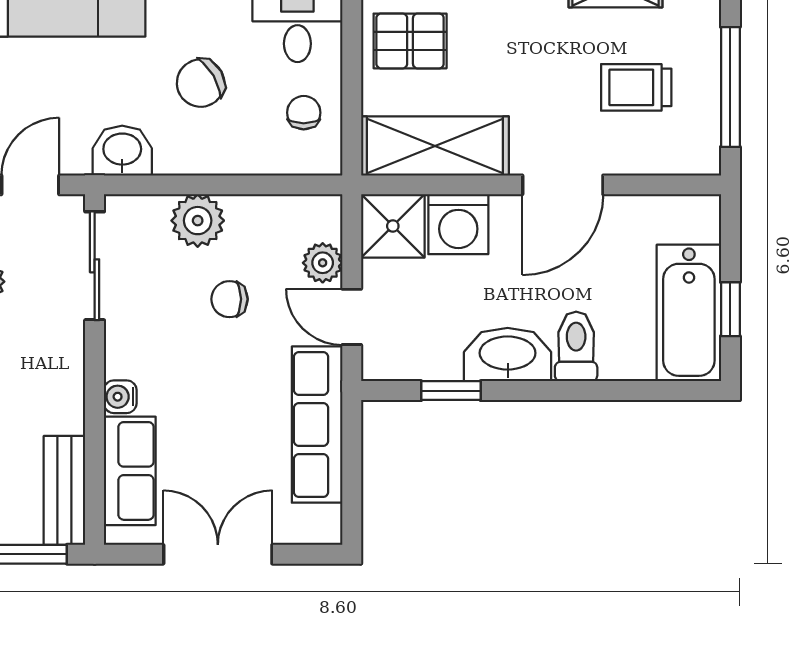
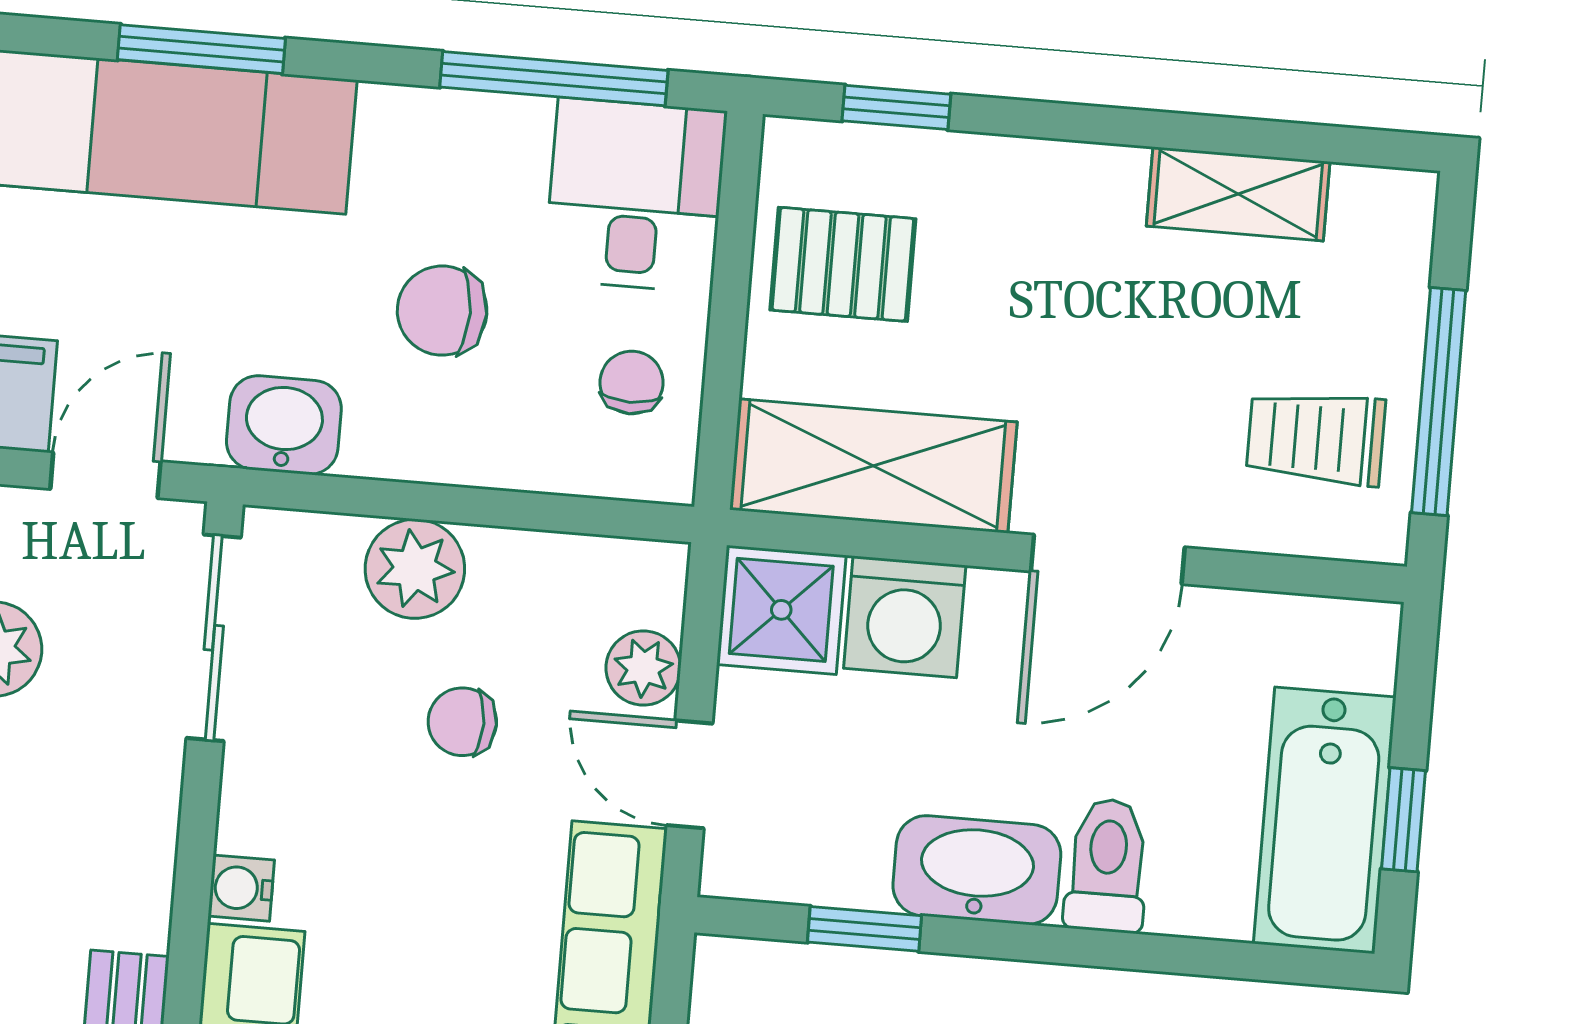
chair: (201, 83) -> (442, 311), turned 30
trolley: (636, 87) -> (1316, 438), moved

